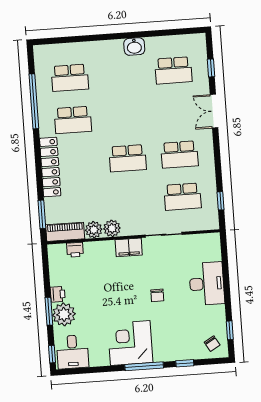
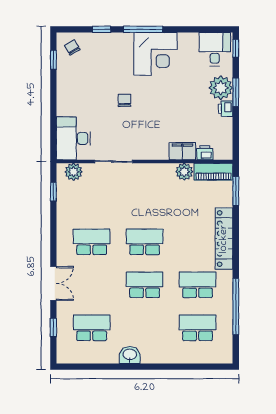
school desk: (183, 197) -> (145, 285), moved
plant: (112, 228) -> (74, 172), moved
filing cabinet: (129, 247) -> (182, 151), moved
desk: (207, 284) -> (73, 138), moved

